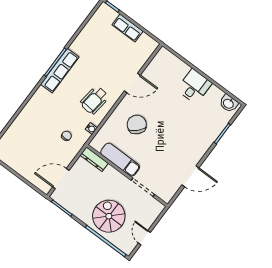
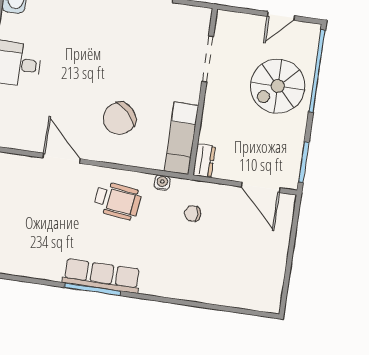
dresser: (94, 159) -> (204, 161), width x0.70
exam couch: (120, 160) -> (181, 138), moved

